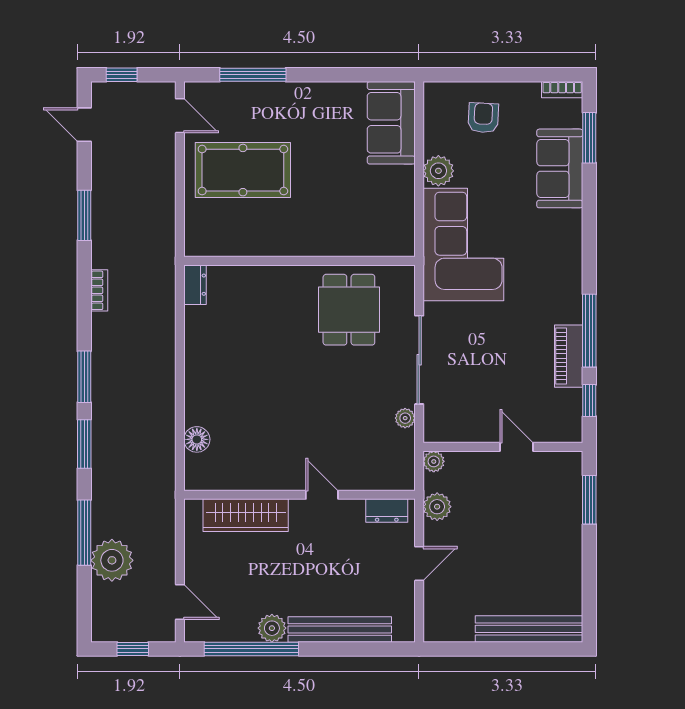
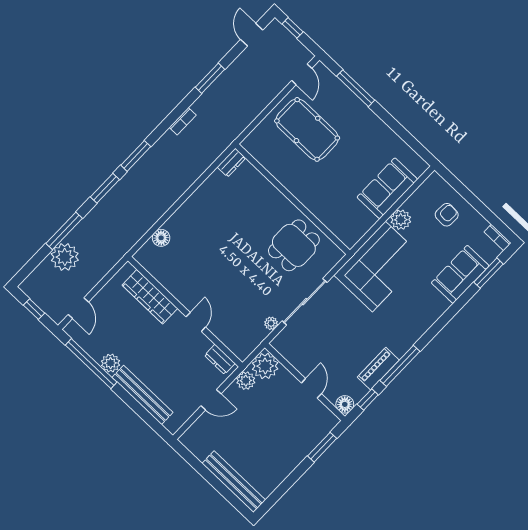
sofa: (391, 123) -> (387, 188), moved
floor lamp: (569, 430) -> (345, 404), added
plant: (434, 461) -> (265, 366), width x1.88, depth x1.88

